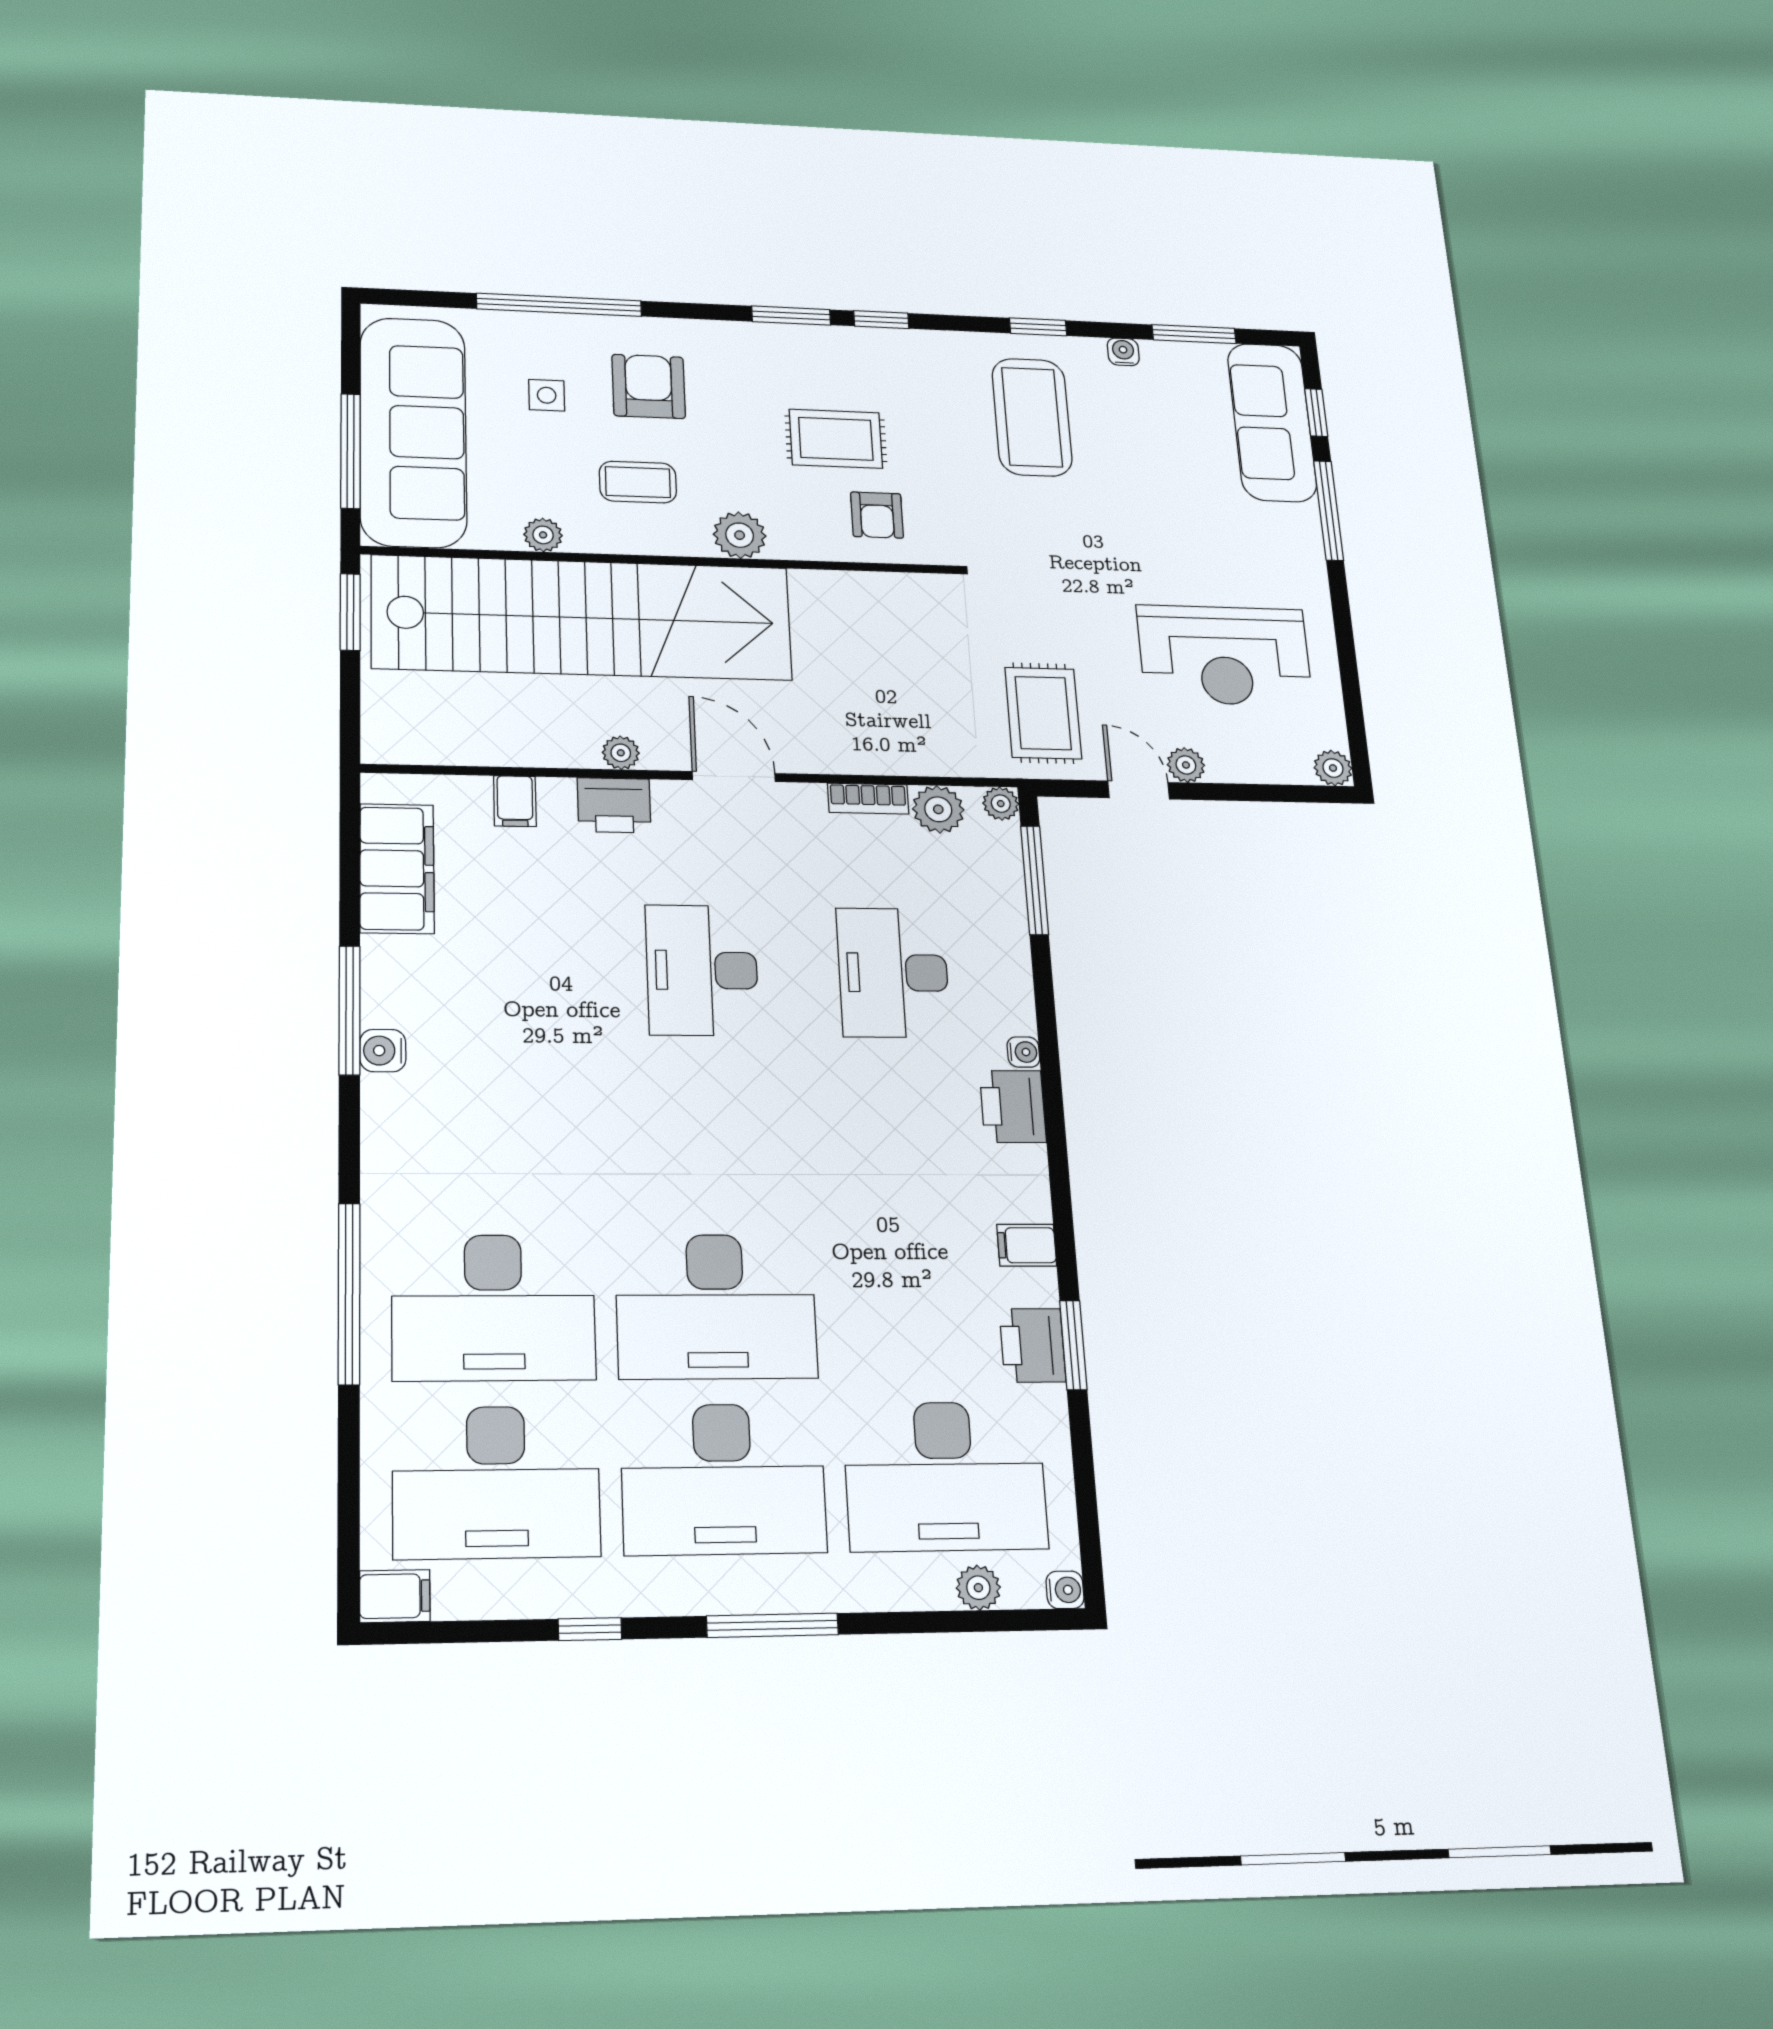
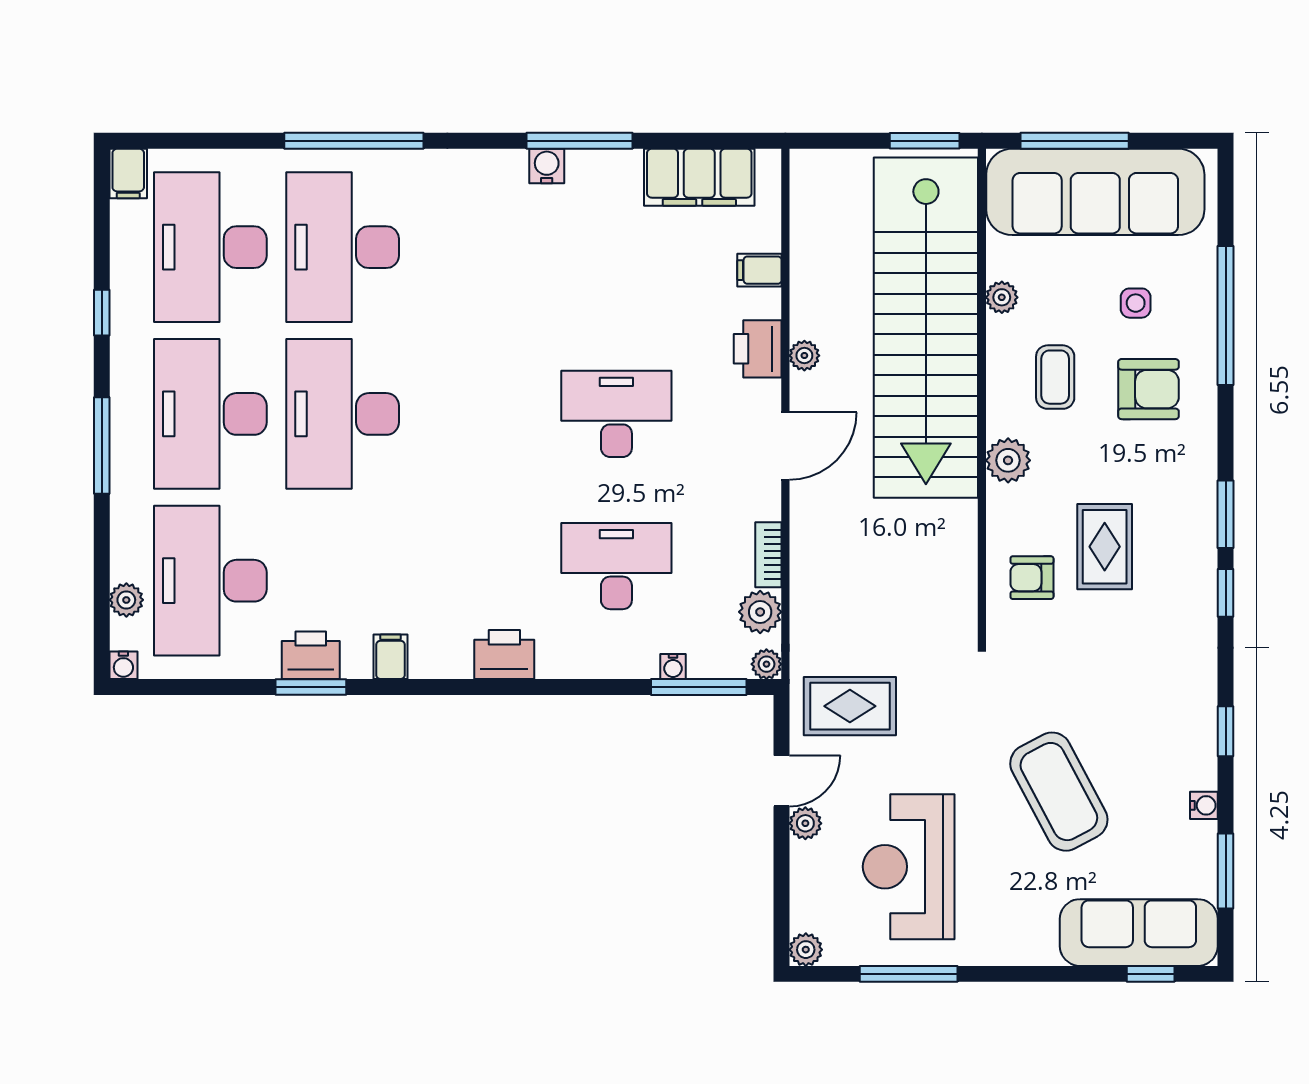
coffee table: (1032, 417) -> (1059, 792), moved, turned 62
window: (1329, 510) -> (909, 974), moved
water cooler: (1023, 1052) -> (673, 666), moved

